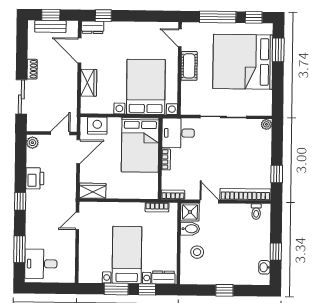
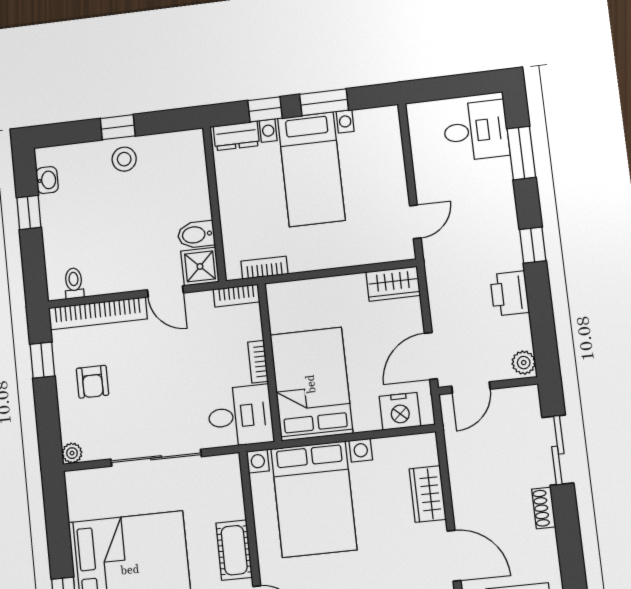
armchair: (252, 160) -> (92, 382), added
stool: (197, 252) -> (124, 159), moved

